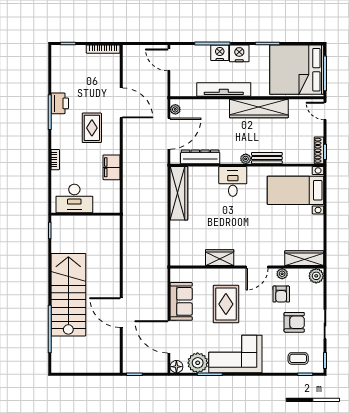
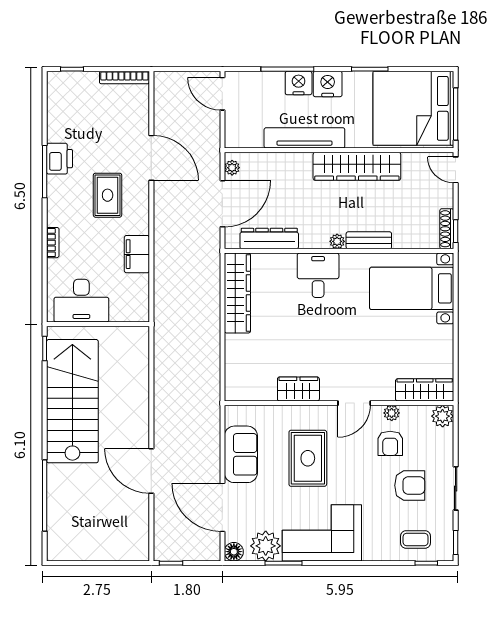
stairs: (68, 295) -> (72, 401), moved

